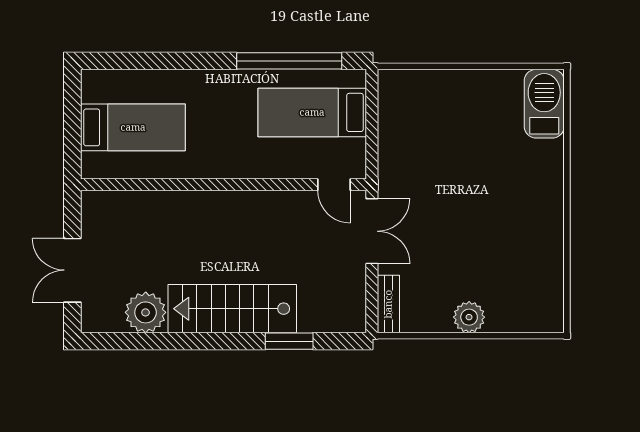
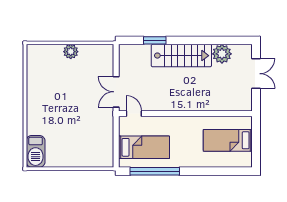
bench: (388, 304) -> (108, 58), removed

